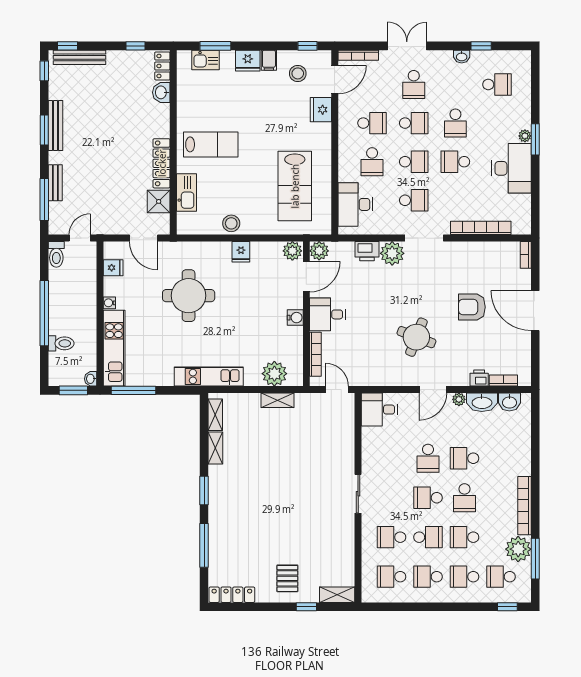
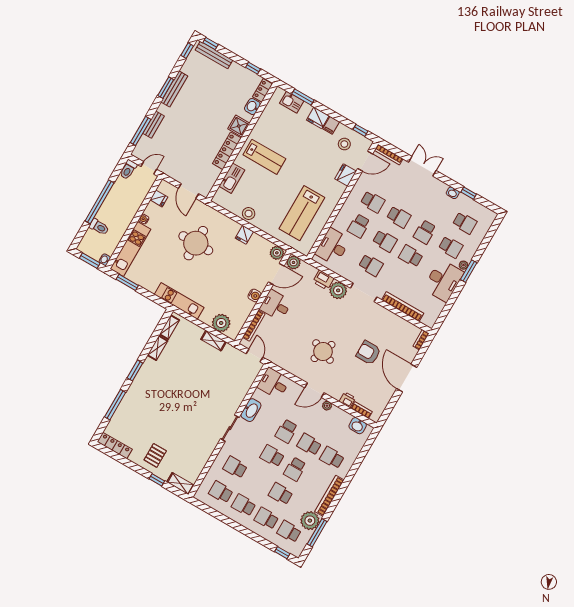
school desk: (414, 84) -> (451, 247), moved, turned -90
shower: (159, 201) -> (239, 126), moved
window: (134, 390) -> (127, 282), width x0.69
washbasin: (482, 402) -> (251, 410), moved, turned -90
school desk: (428, 537) -> (332, 458), moved, turned 180

